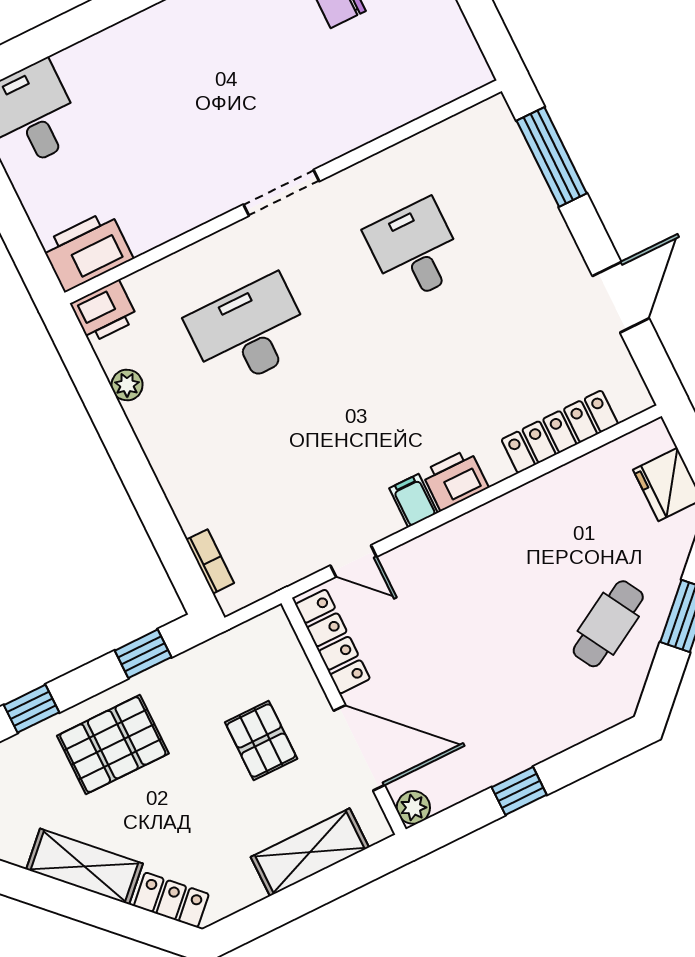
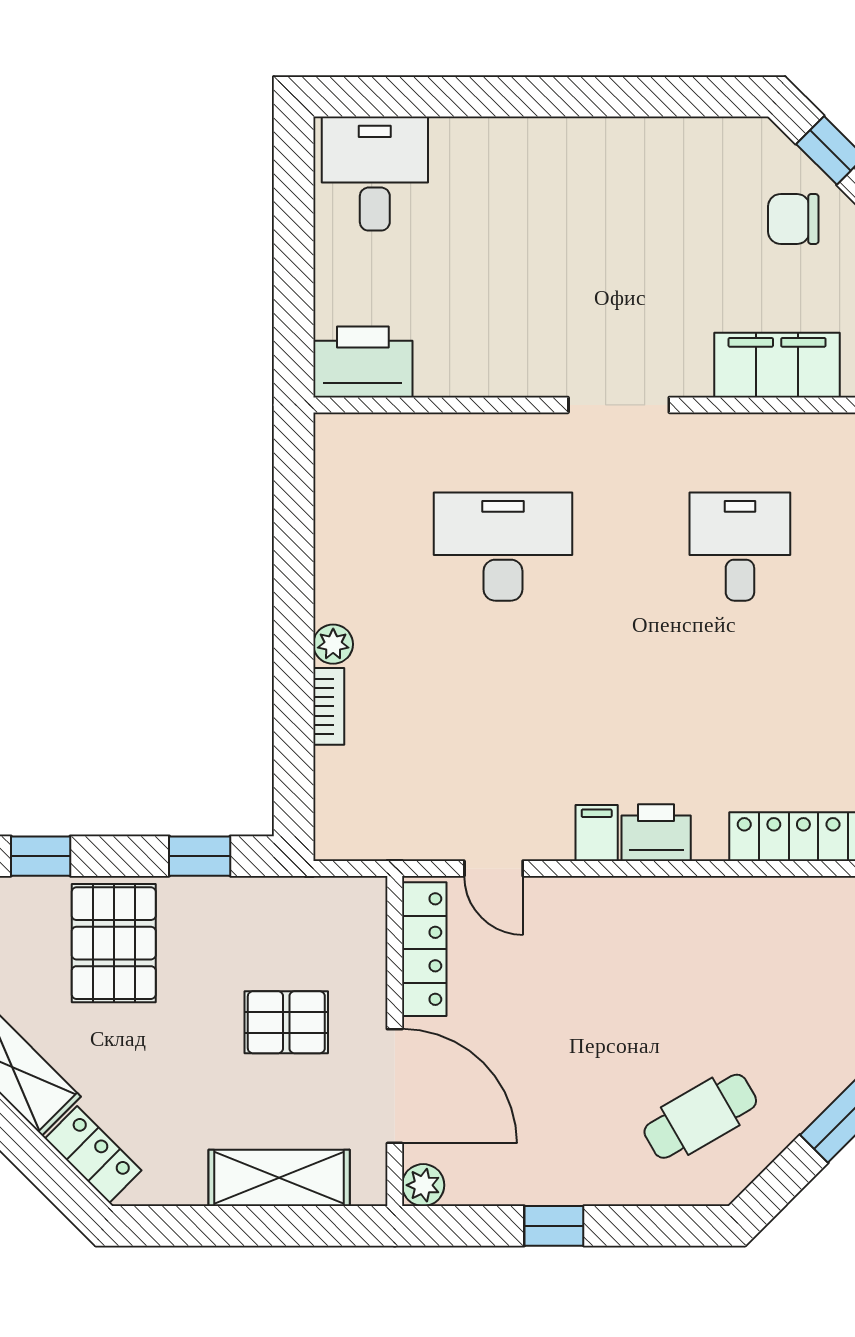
filing cabinet: (379, 110) -> (777, 365), added
printer: (104, 312) -> (348, 441), removed
plant: (127, 385) -> (333, 644), moved
bookcase: (210, 561) -> (329, 706), moved
cafe table: (608, 624) -> (700, 1116), moved
pallet: (261, 741) -> (286, 1022), turned 90
pallet: (113, 745) -> (114, 943), turned 90

